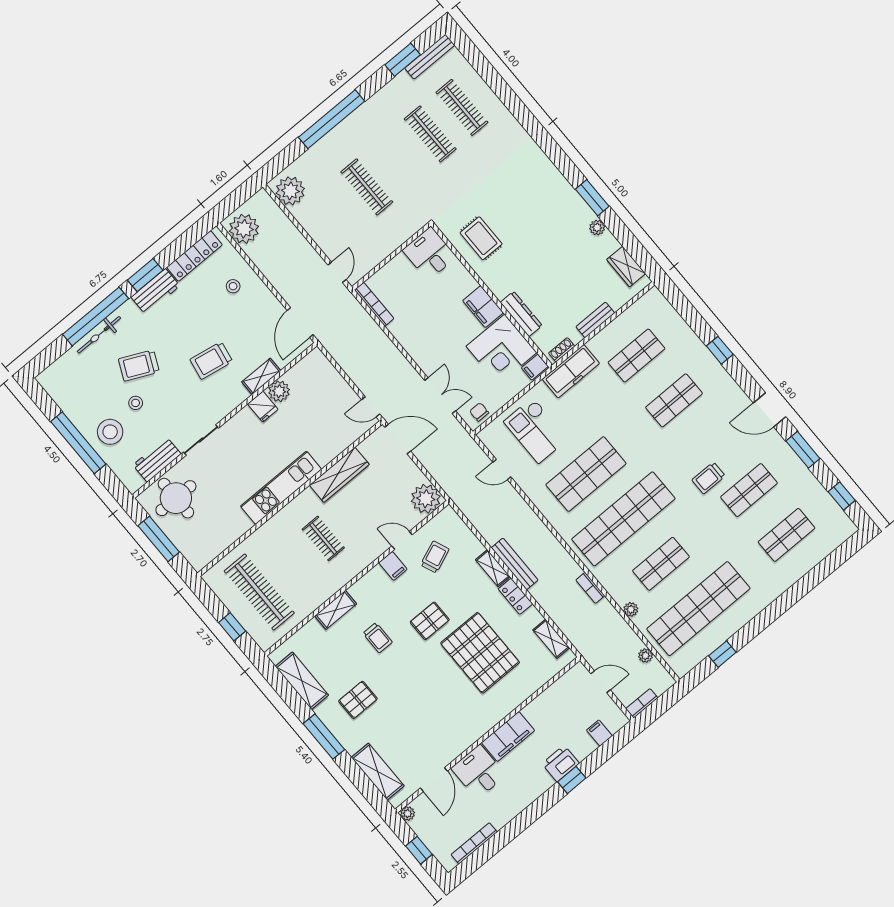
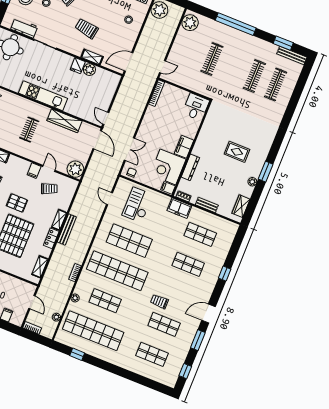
rug: (481, 238) -> (237, 152), moved, turned 90
freezer: (571, 371) -> (179, 208), width x0.71
door: (770, 410) -> (209, 313), hinge flipped

